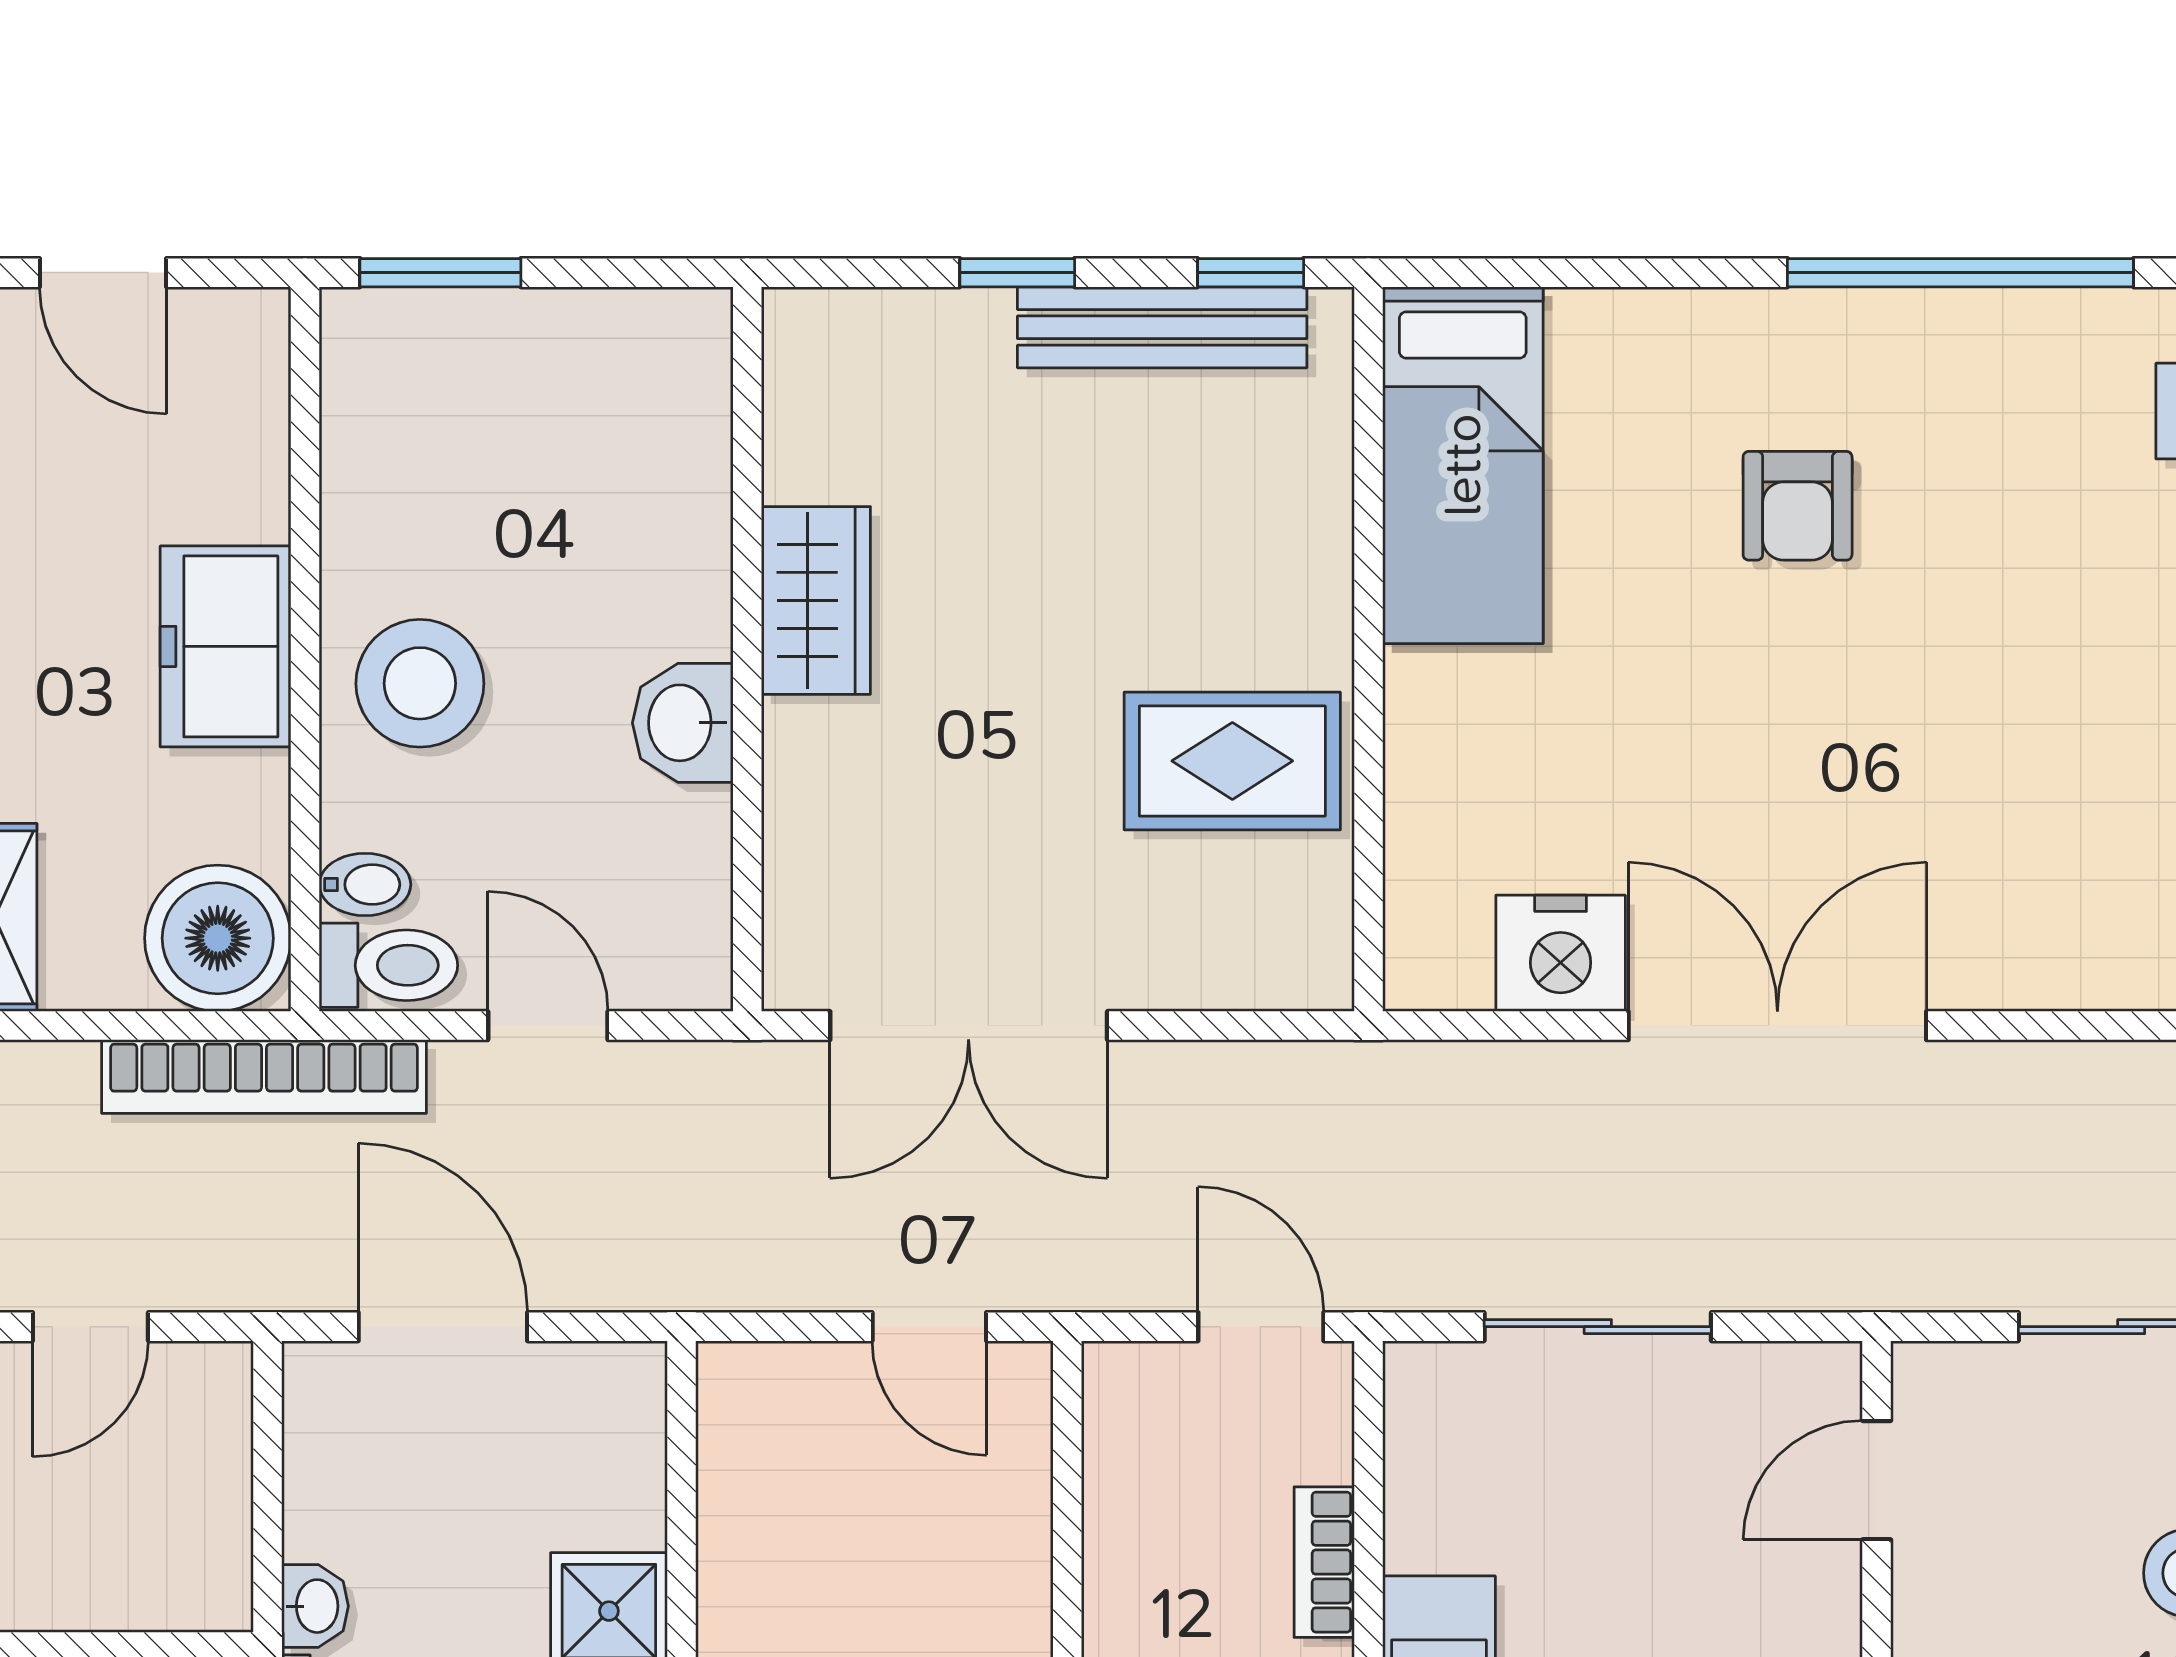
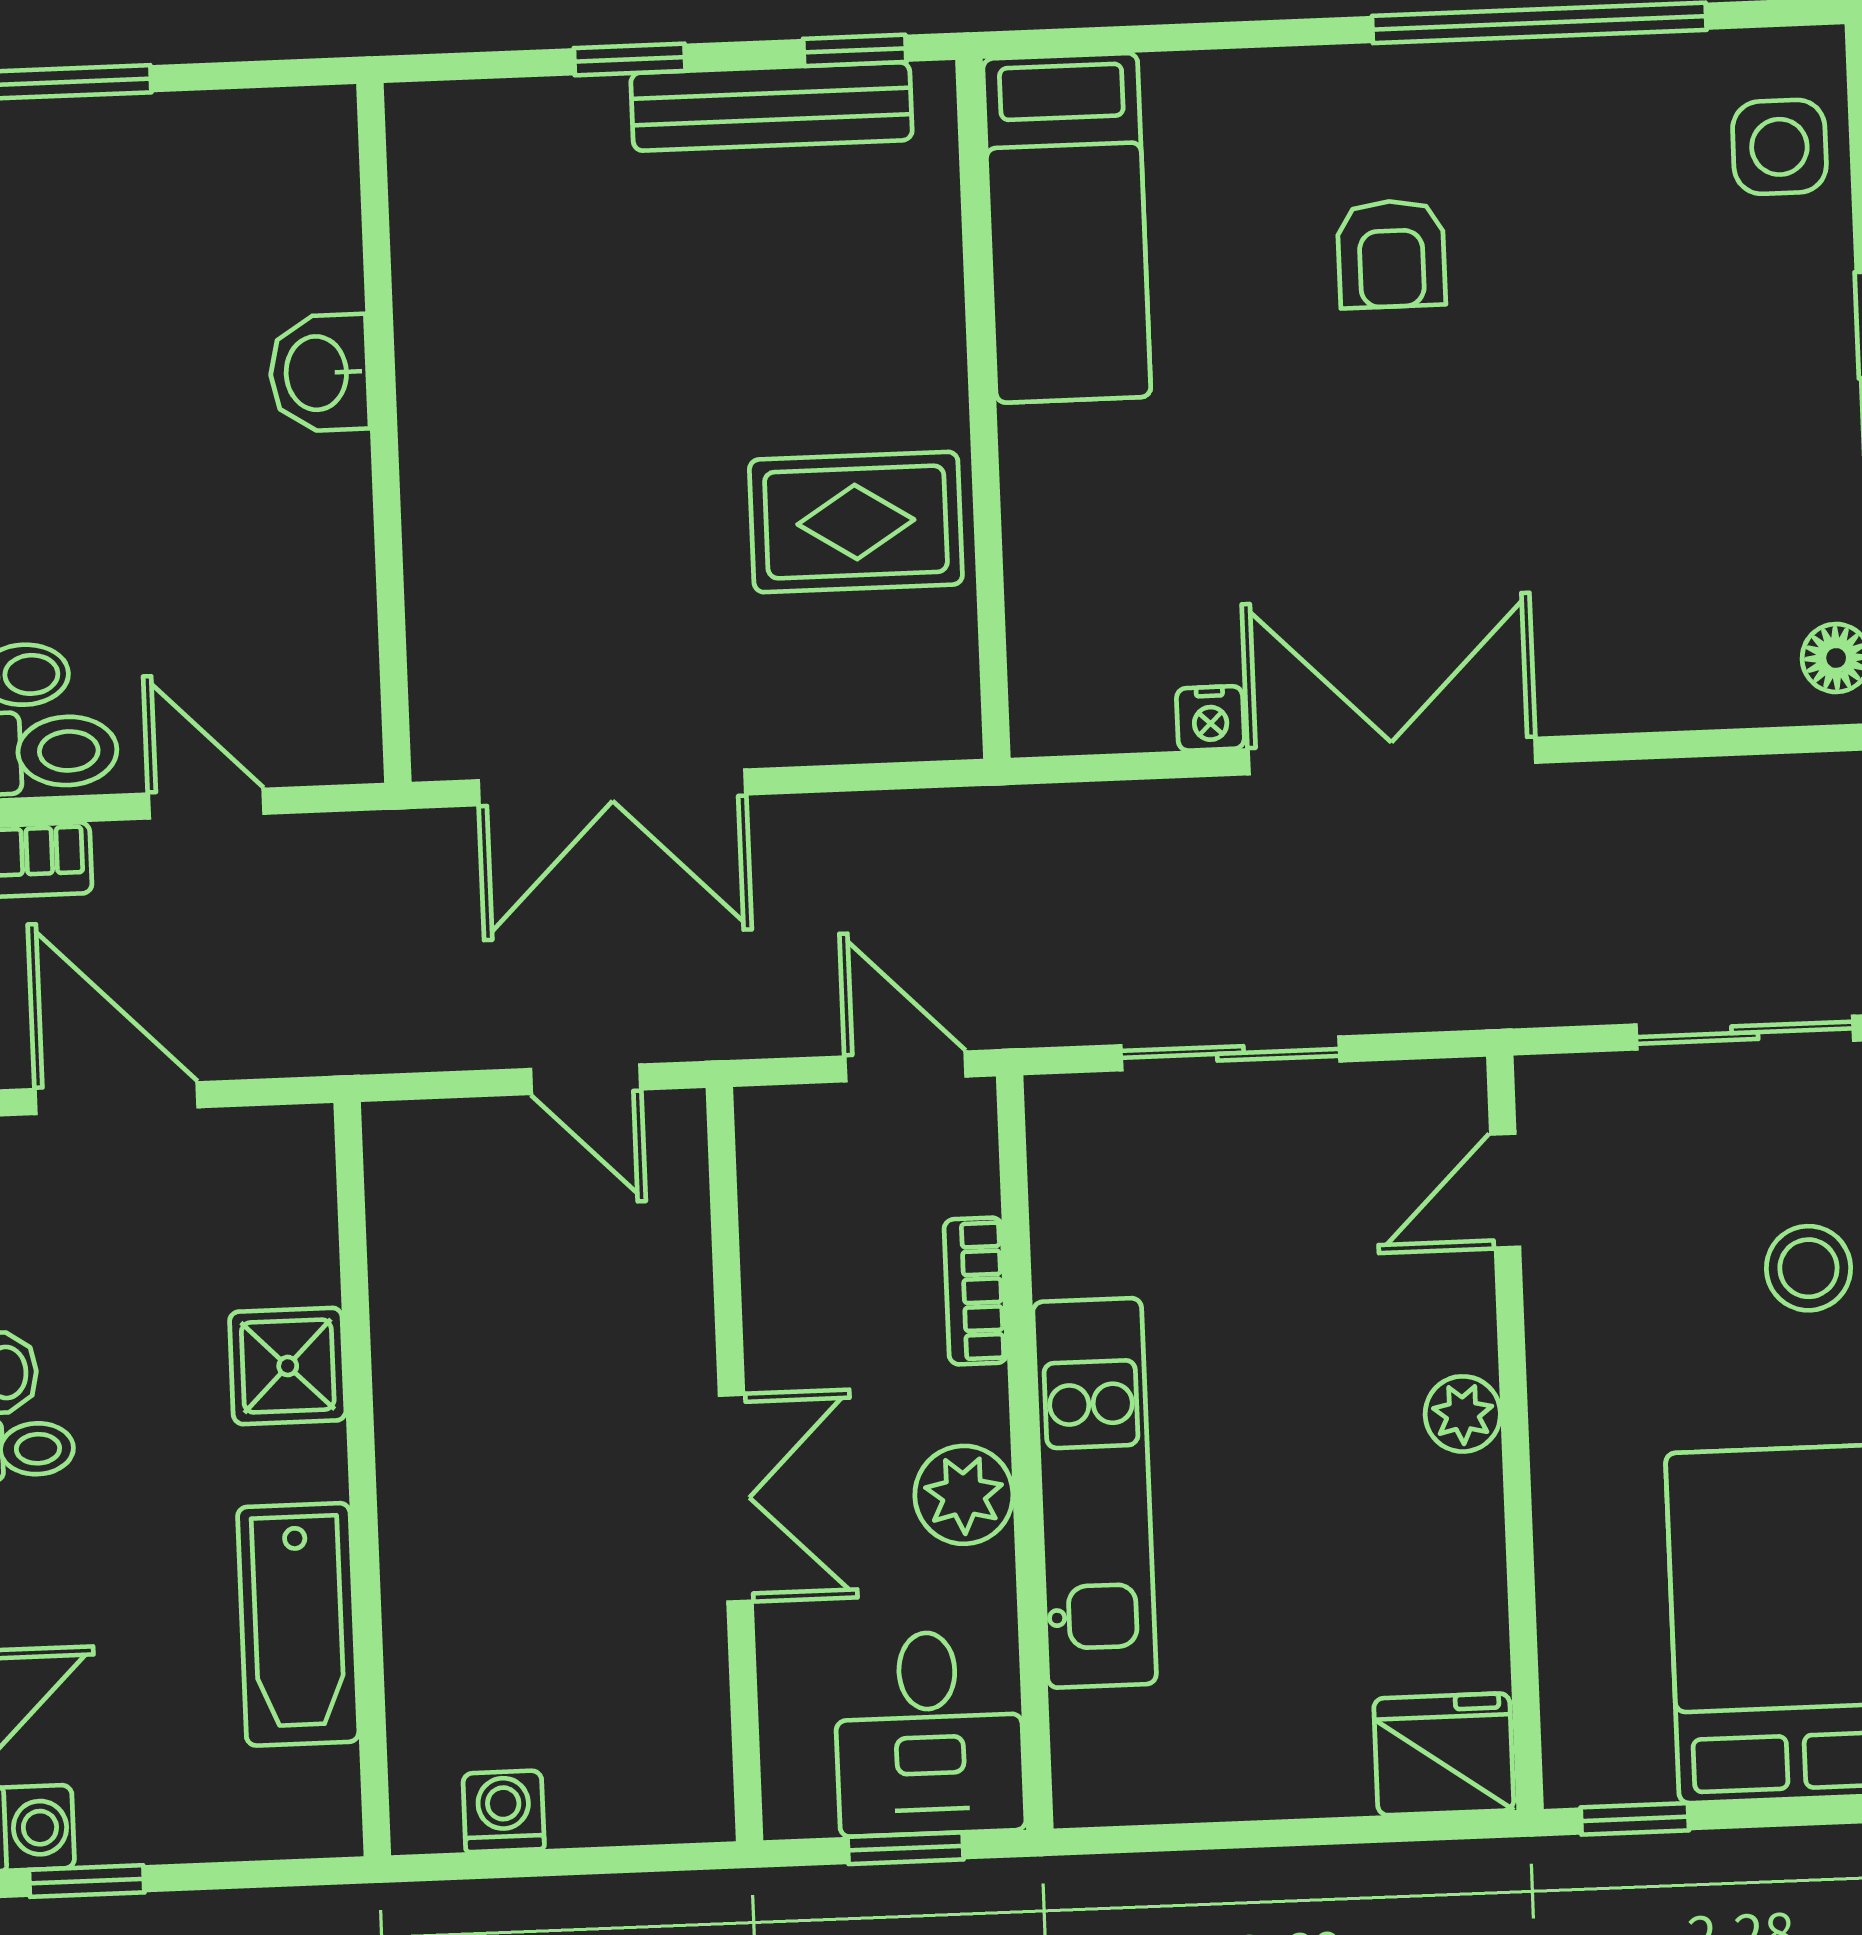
wardrobe: (816, 600) -> (448, 383), removed
stool: (420, 683) -> (69, 479), removed
washbasin: (683, 723) -> (319, 373), moved
nightstand: (1561, 953) -> (1210, 718), width x0.53, depth x0.56

